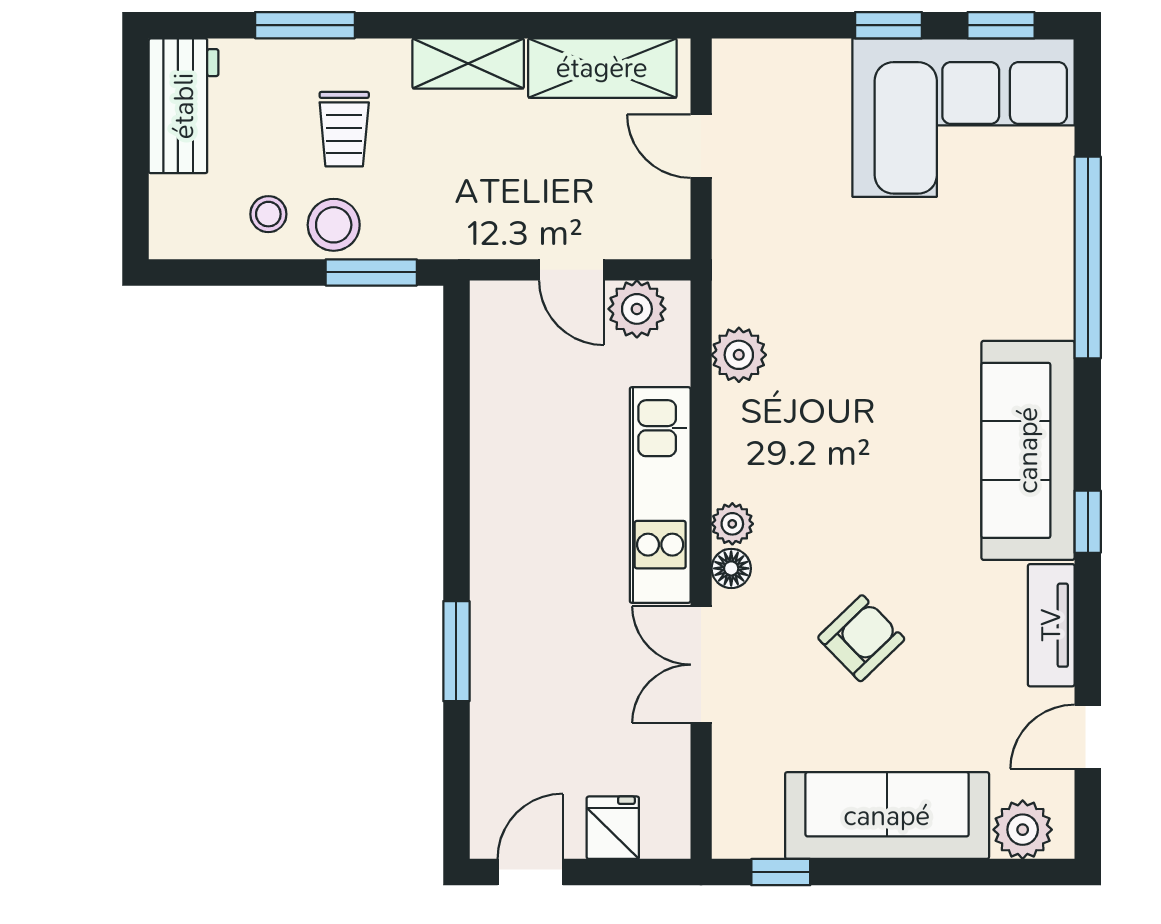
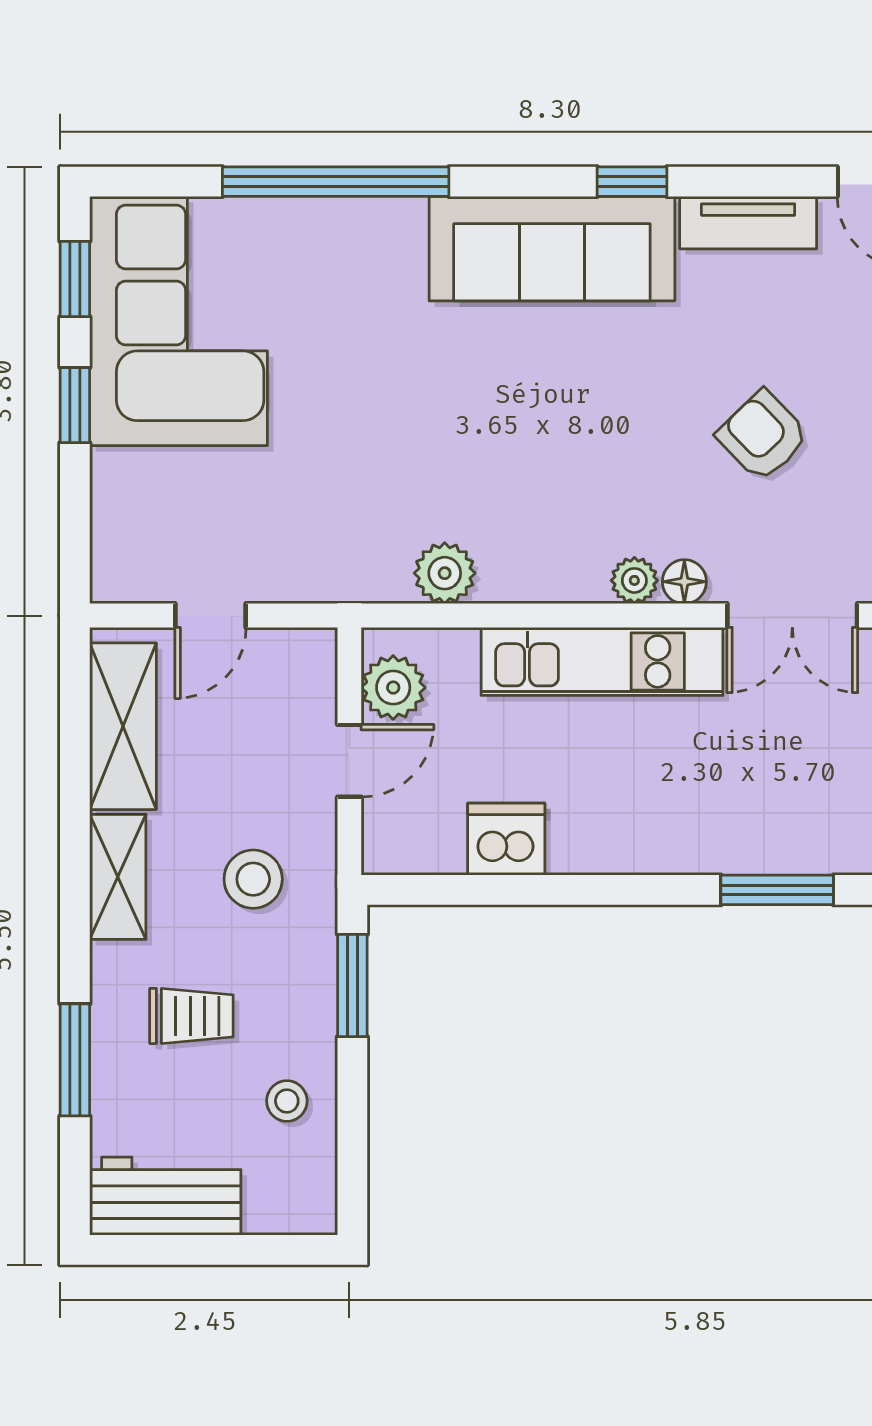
stool: (334, 225) -> (253, 879), moved
dishwasher: (502, 410) -> (506, 839), added

